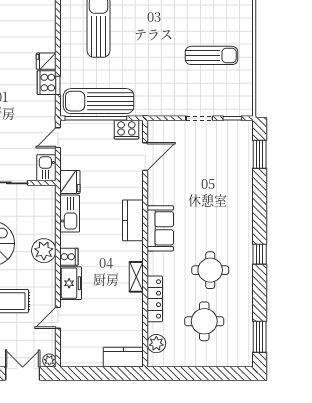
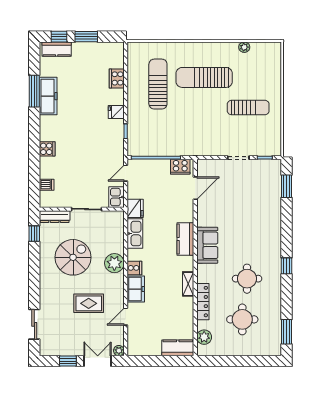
cooker: (47, 83) -> (117, 78), moved
sun lounger: (99, 101) -> (204, 77), moved

